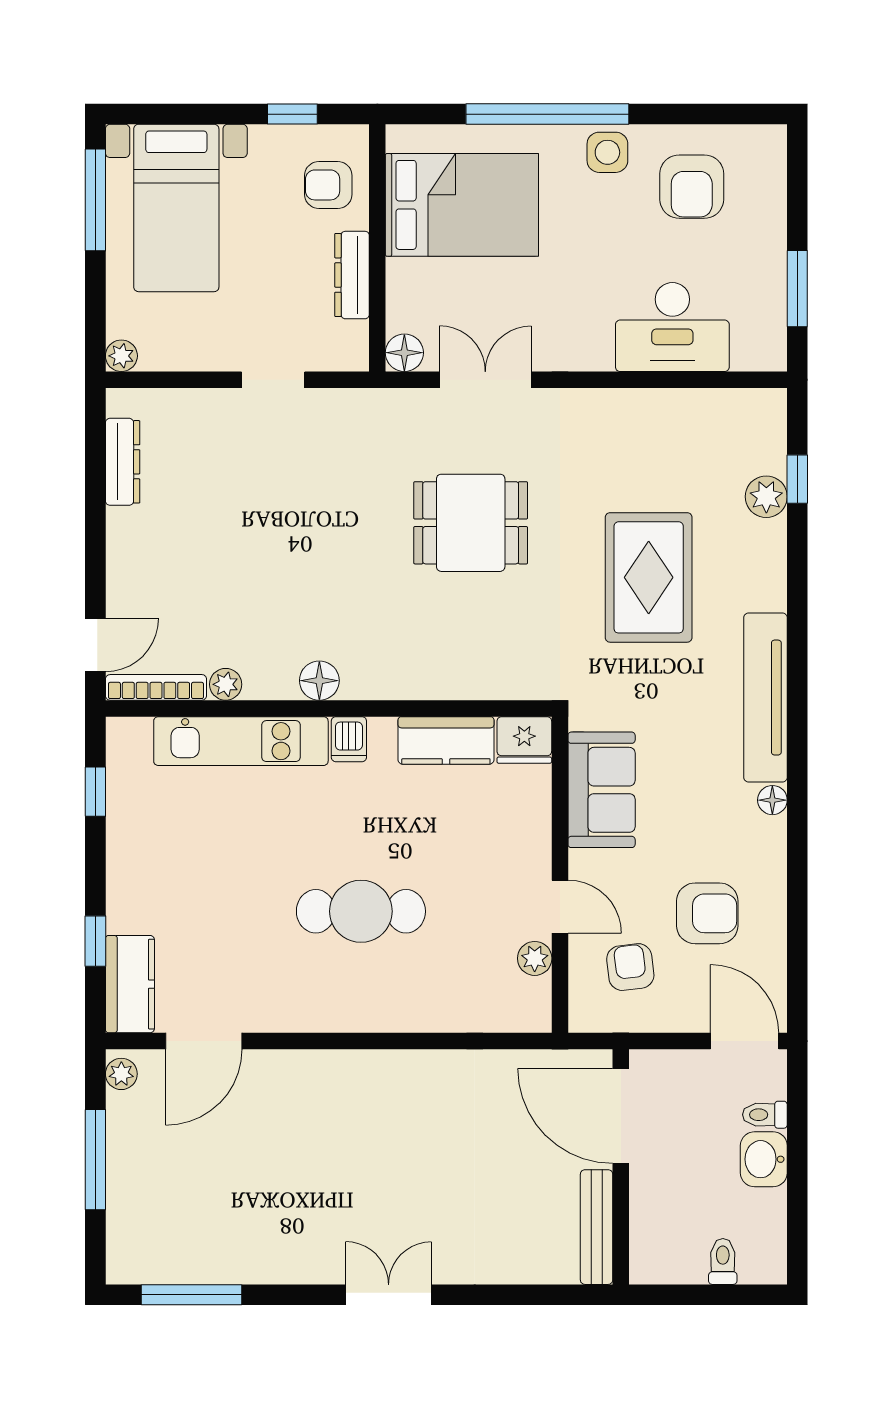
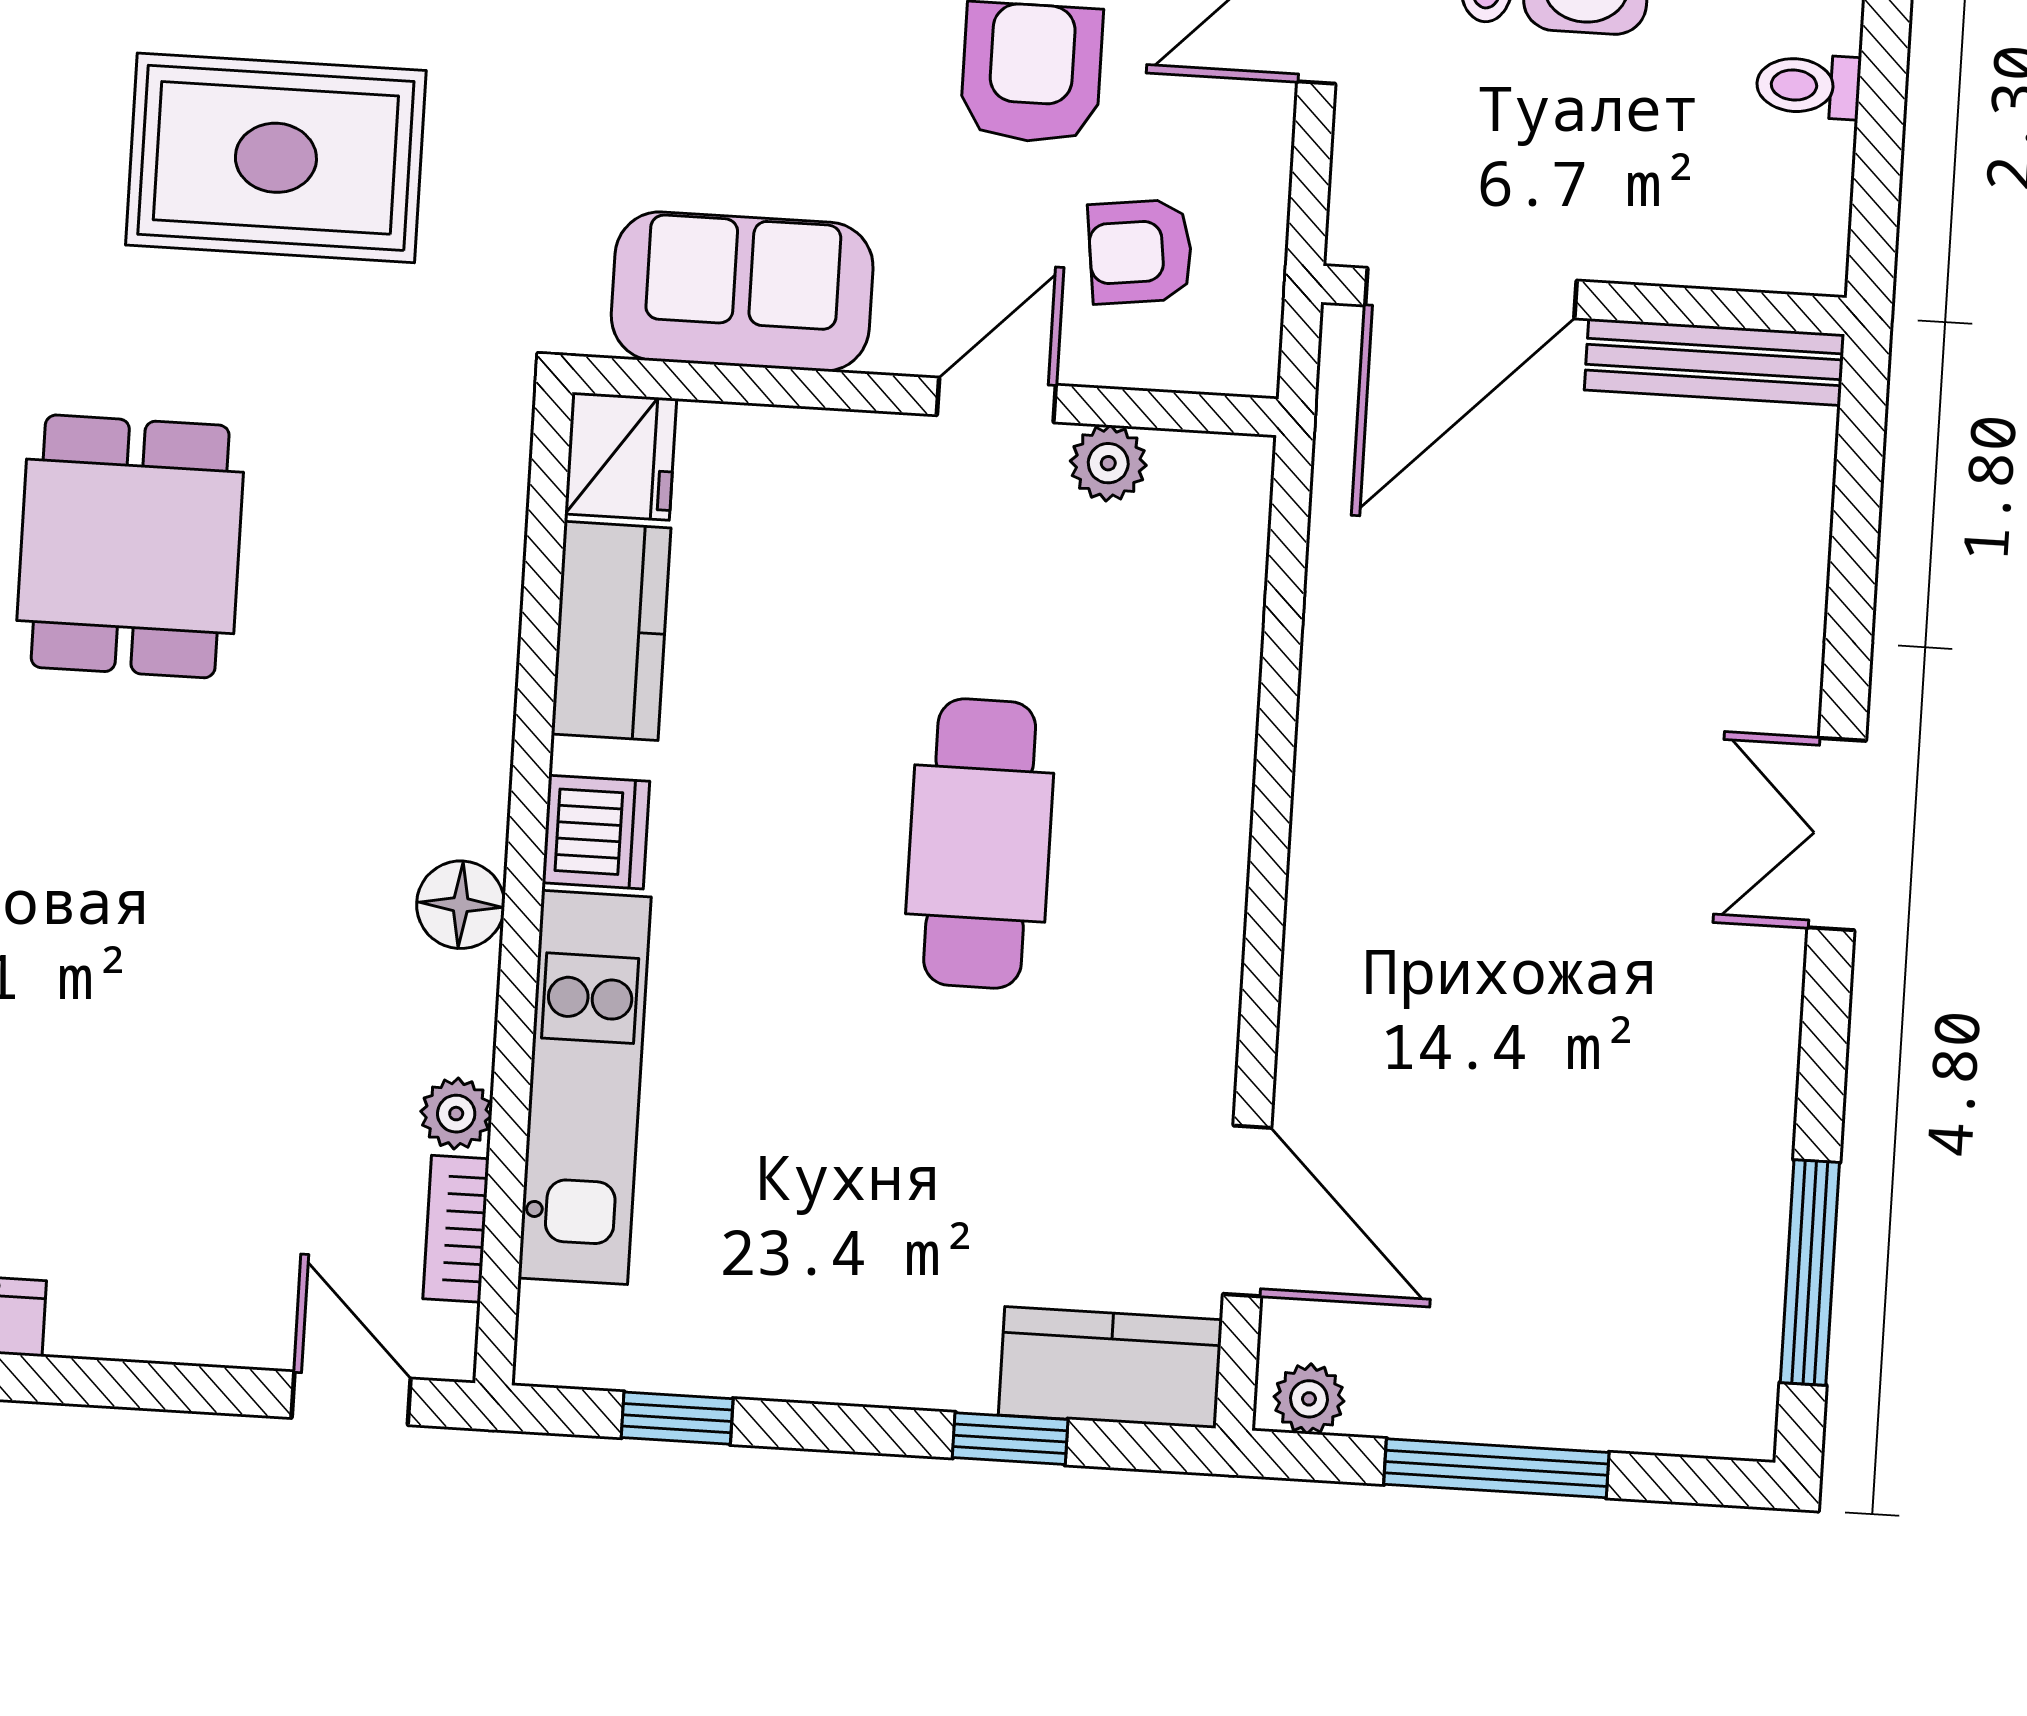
bookcase: (156, 687) -> (456, 1229), width x0.64
dishwasher: (349, 739) -> (596, 832), width x1.38

